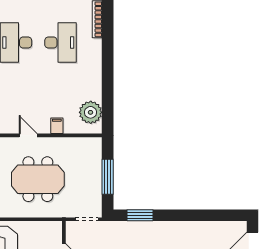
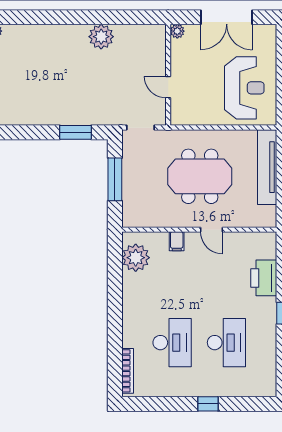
desk: (61, 43) -> (172, 343), turned 180

